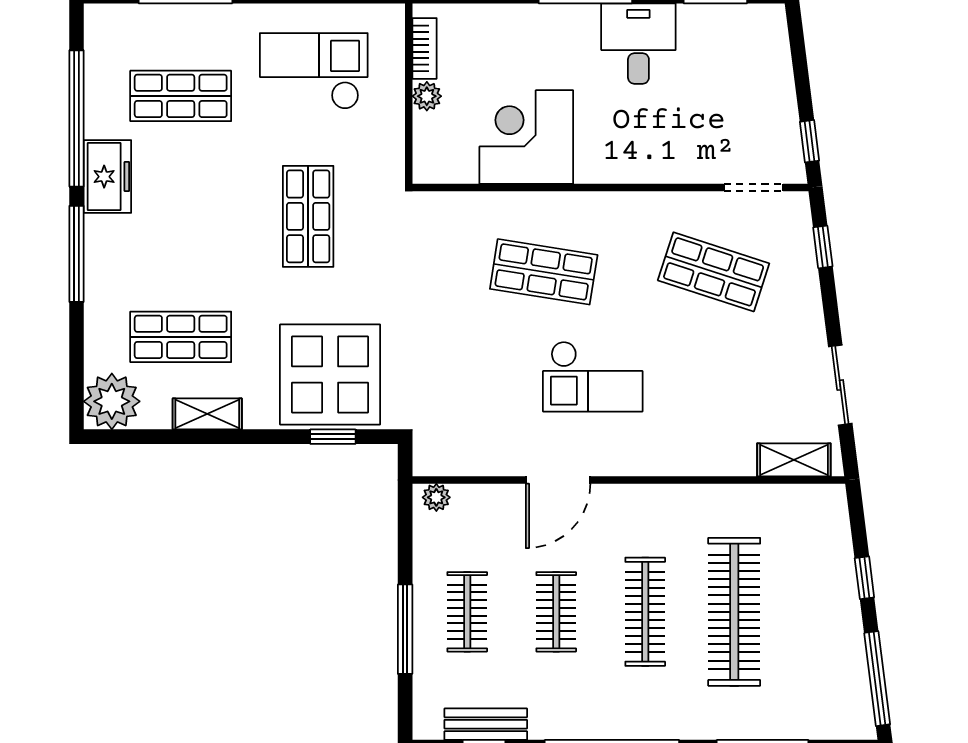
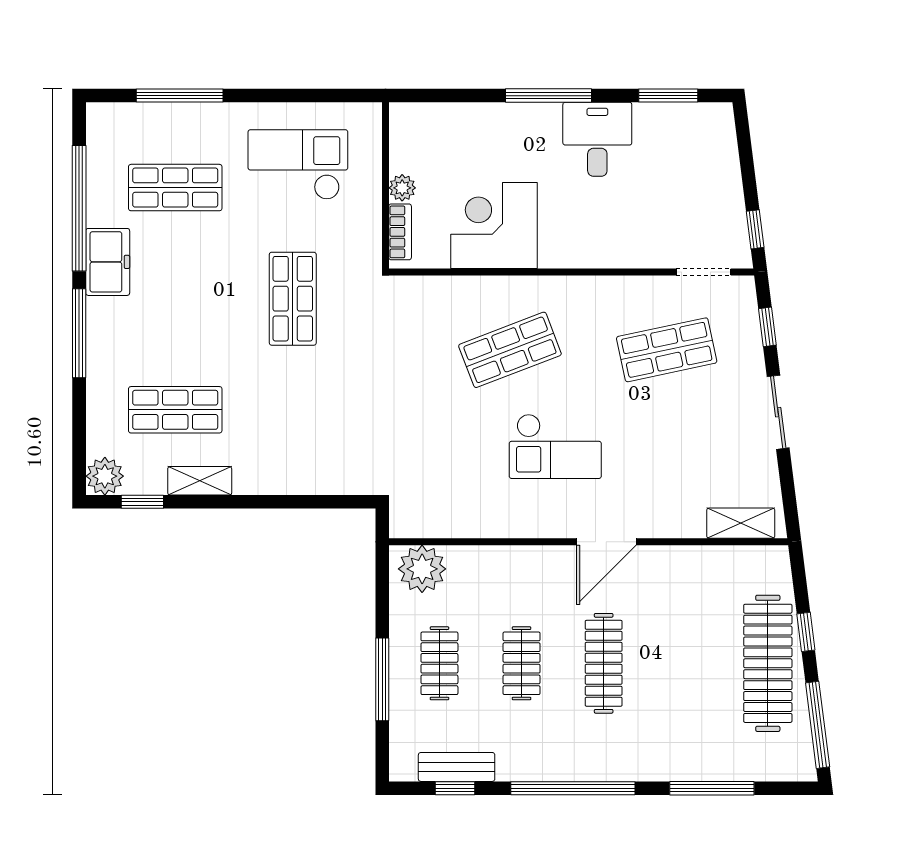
bookcase: (424, 48) -> (400, 232), moved
shop shelf: (544, 272) -> (510, 350), turned -30
shop shelf: (714, 272) -> (667, 350), turned -30
display table: (330, 375) -> (313, 444), removed
sliding door: (840, 385) -> (778, 412), moved
plant: (112, 401) -> (105, 476), width x0.73, depth x0.73
window: (333, 437) -> (142, 502), moved
door: (558, 480) -> (606, 542), moved
plant: (436, 497) -> (422, 569), width x1.87, depth x1.87
clothes rail: (734, 612) -> (768, 663), moved

